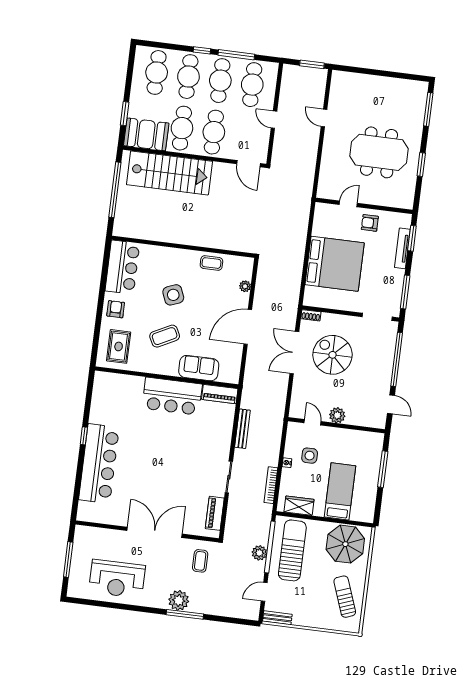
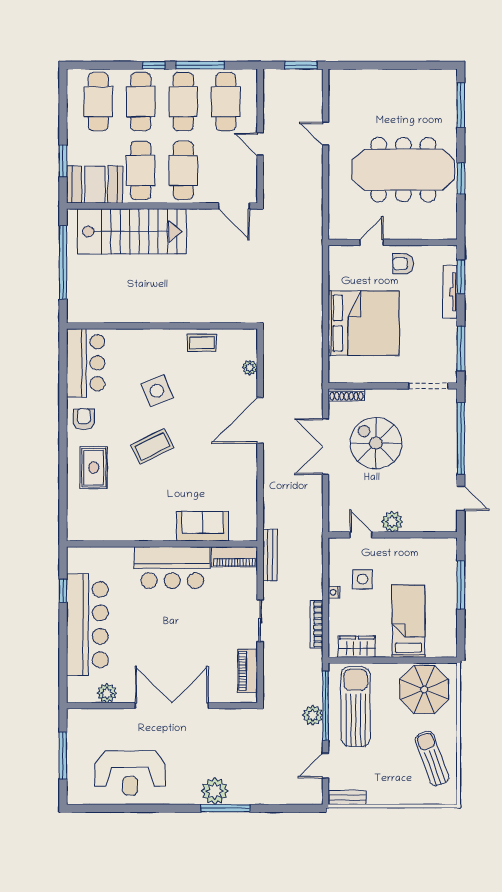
meeting table: (379, 152) -> (403, 170), width x1.36
shoe rack: (311, 315) -> (346, 395), width x1.43
sofa: (199, 368) -> (203, 526), moved
wall: (167, 377) -> (162, 544), moved
piano: (220, 394) -> (234, 557), moved
bar counter: (172, 396) -> (172, 568), moved
plant: (107, 517) -> (107, 693), added
coffee table: (200, 561) -> (236, 736), removed

